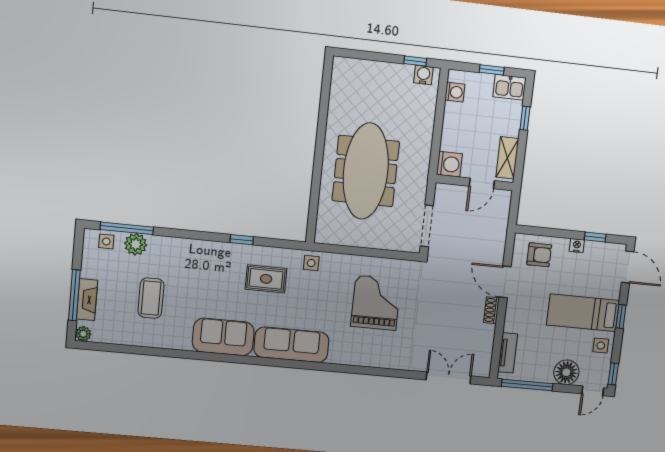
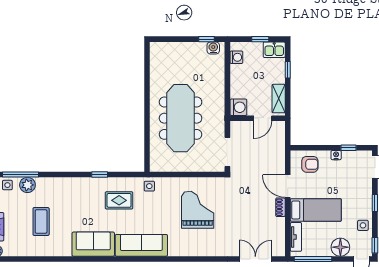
bed: (583, 313) -> (316, 210), moved, turned 180

